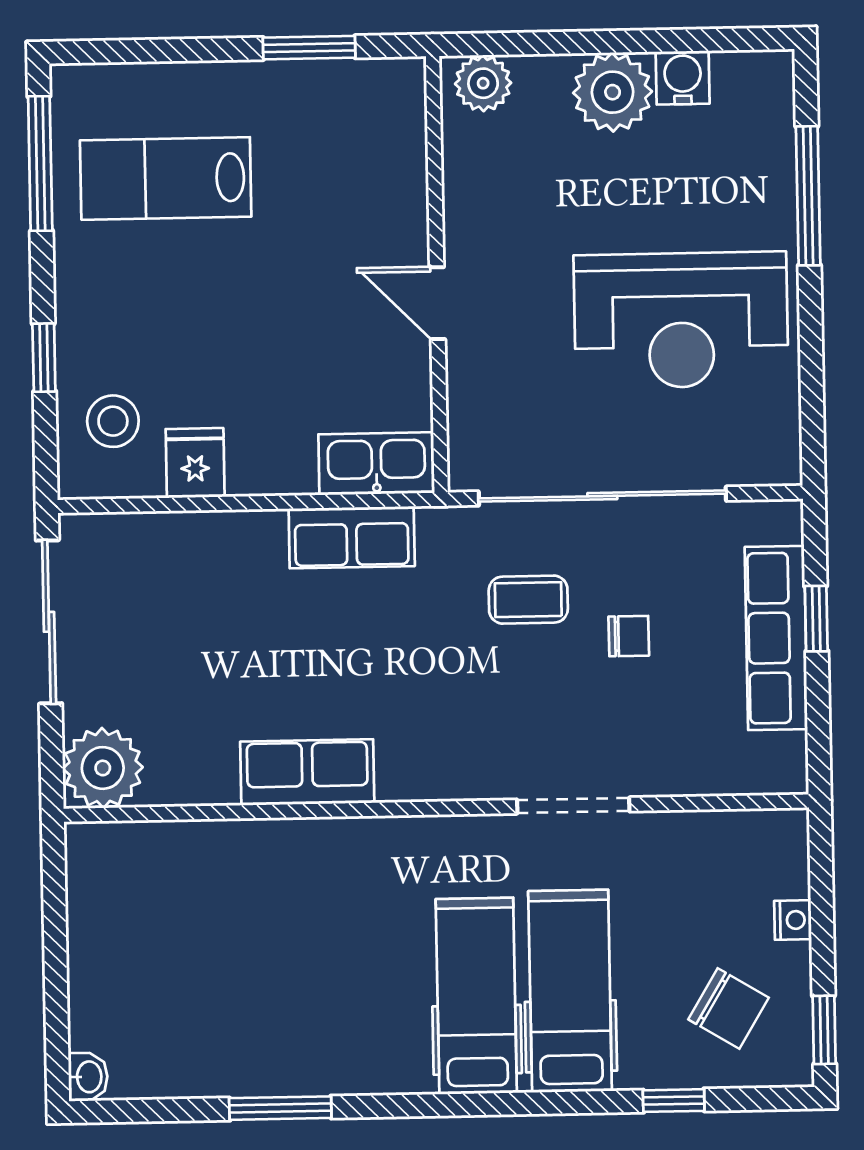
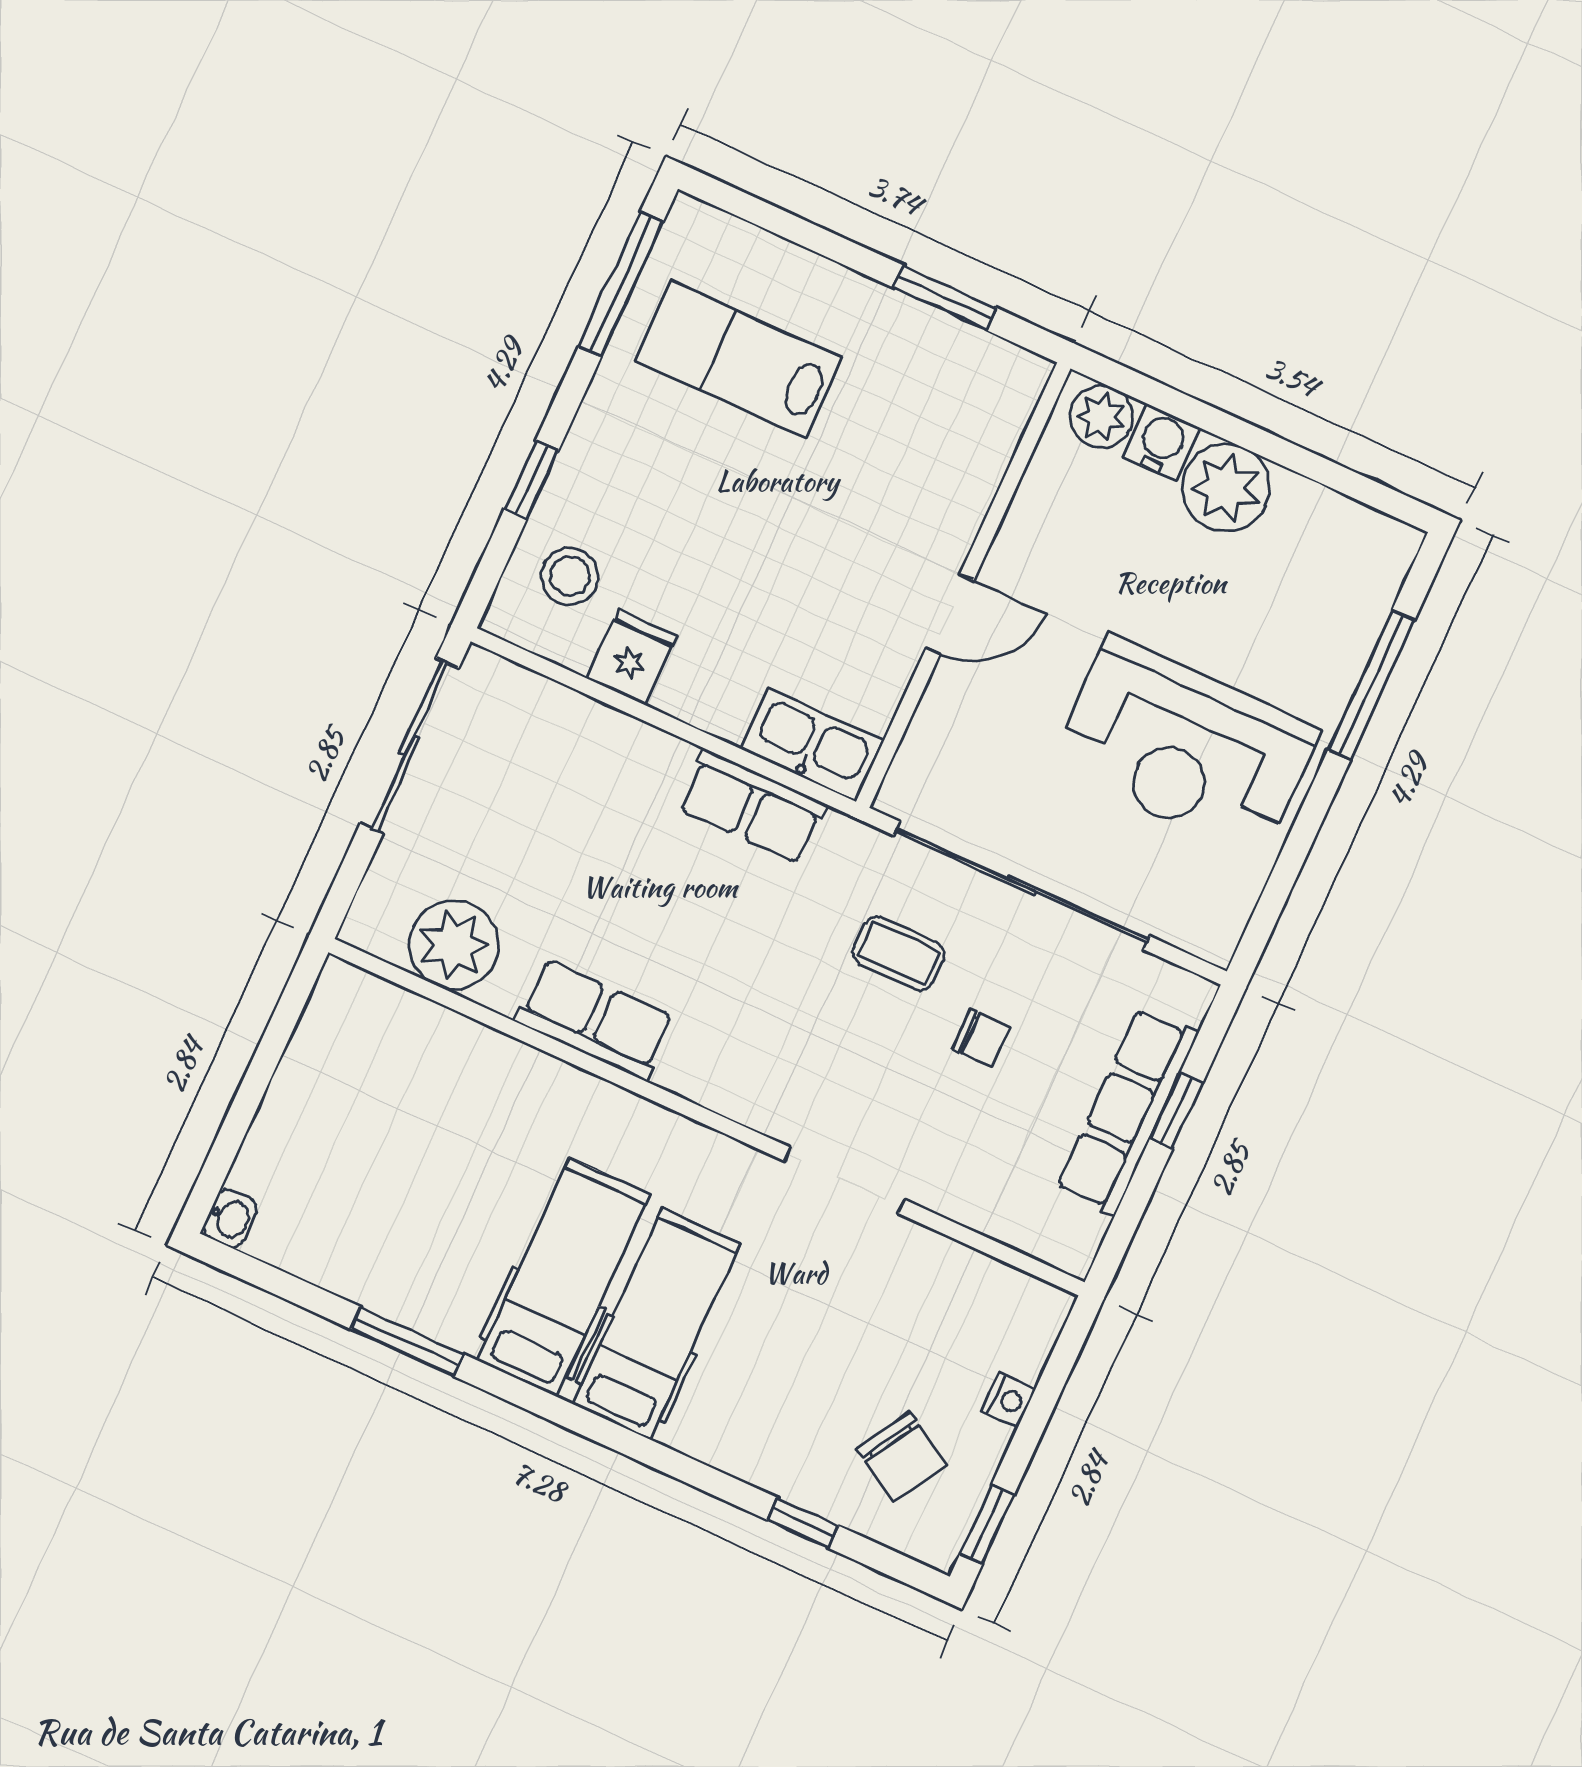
water cooler: (683, 78) -> (1161, 442), moved
door: (437, 303) -> (950, 614), swing flipped
plant: (103, 768) -> (454, 945), moved
hospital bed: (570, 991) -> (563, 1277), moved

